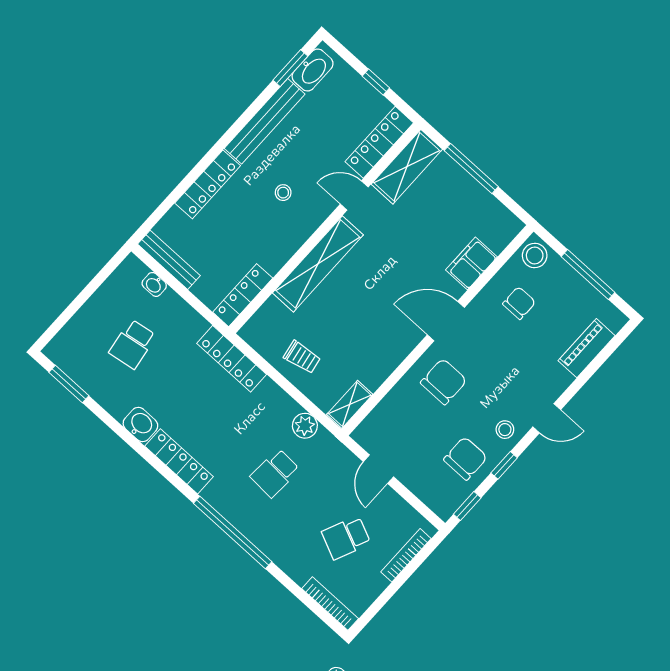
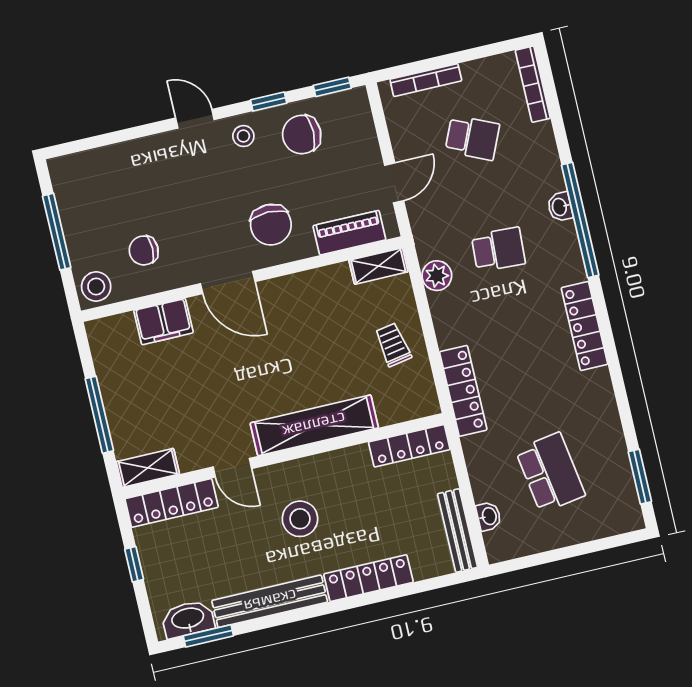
shelving: (407, 167) -> (148, 468), width x0.67, depth x0.75
stool: (283, 193) -> (300, 519), width x1.89, depth x1.89
school desk: (133, 344) -> (550, 473), width x1.85
piano: (587, 348) -> (349, 233), moved, turned 180
chair: (444, 382) -> (271, 225), turned -90
washbasin: (140, 425) -> (560, 207), moved, width x0.72, depth x0.69

